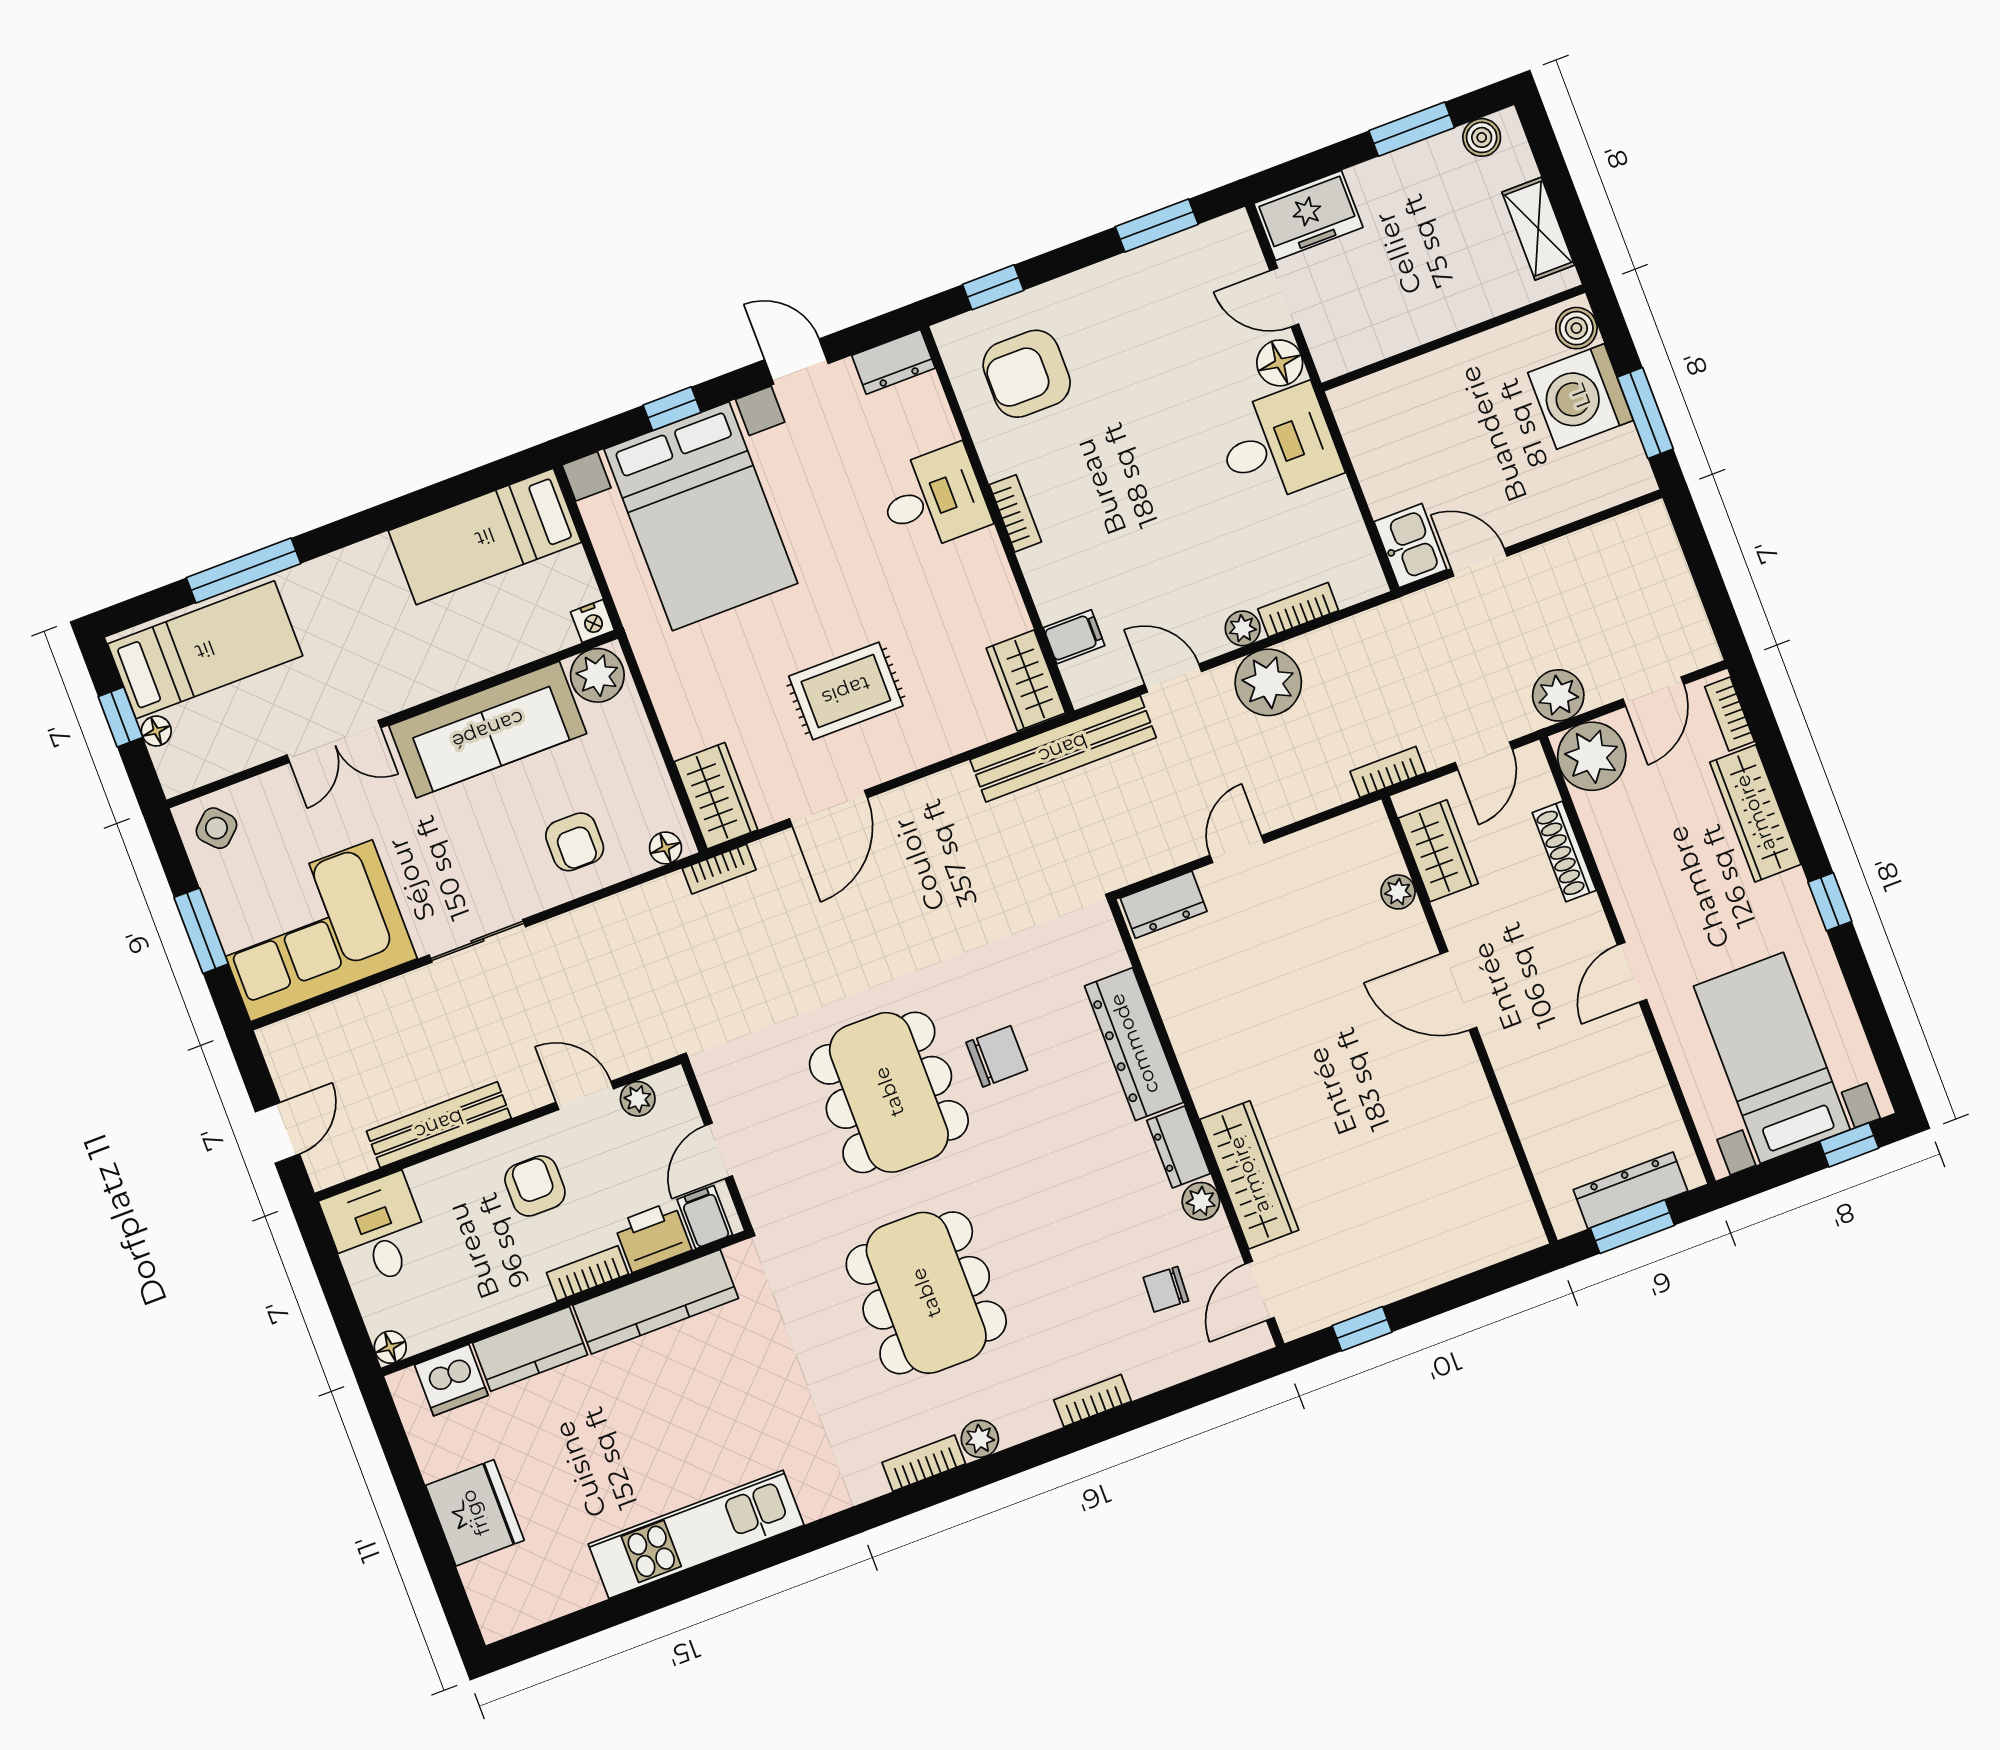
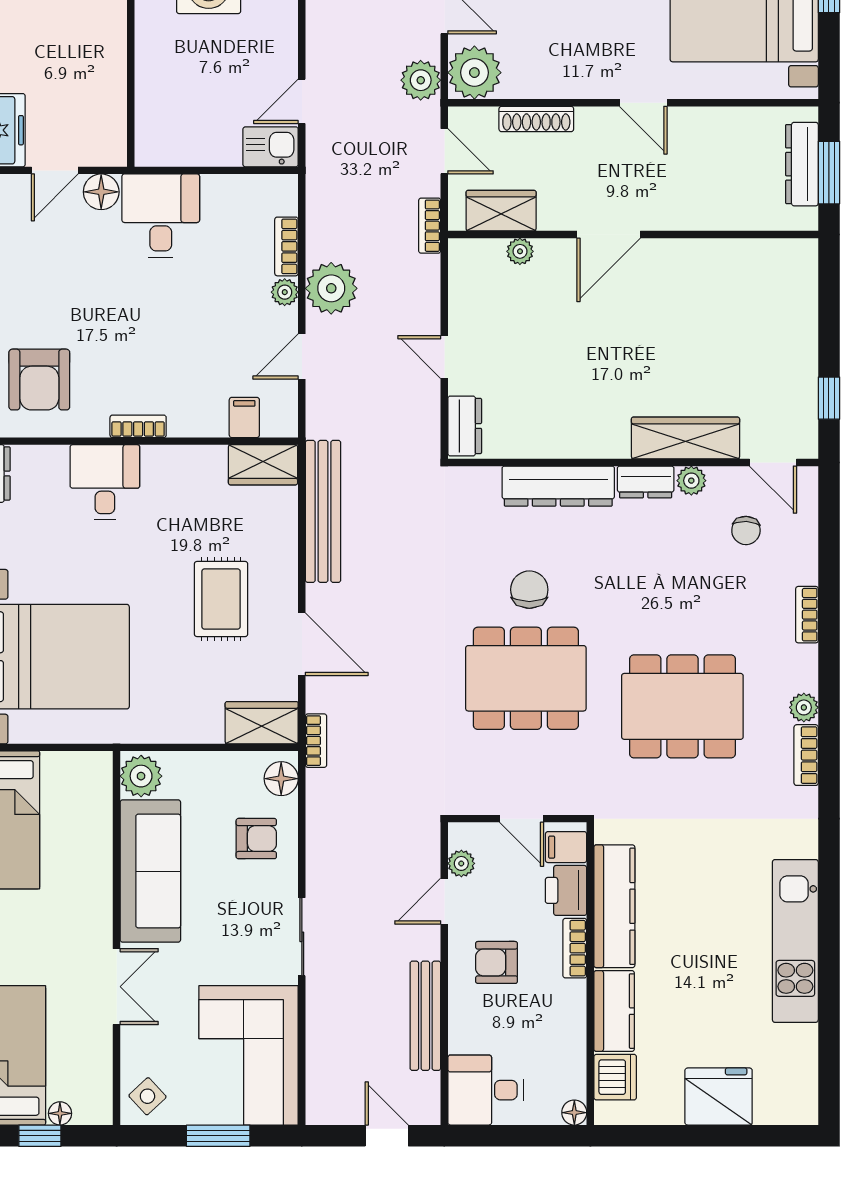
nightstand: (593, 621) -> (100, 765), removed
bench: (1063, 749) -> (323, 511), moved
floor lamp: (665, 848) -> (281, 779), width x1.37, depth x1.37

